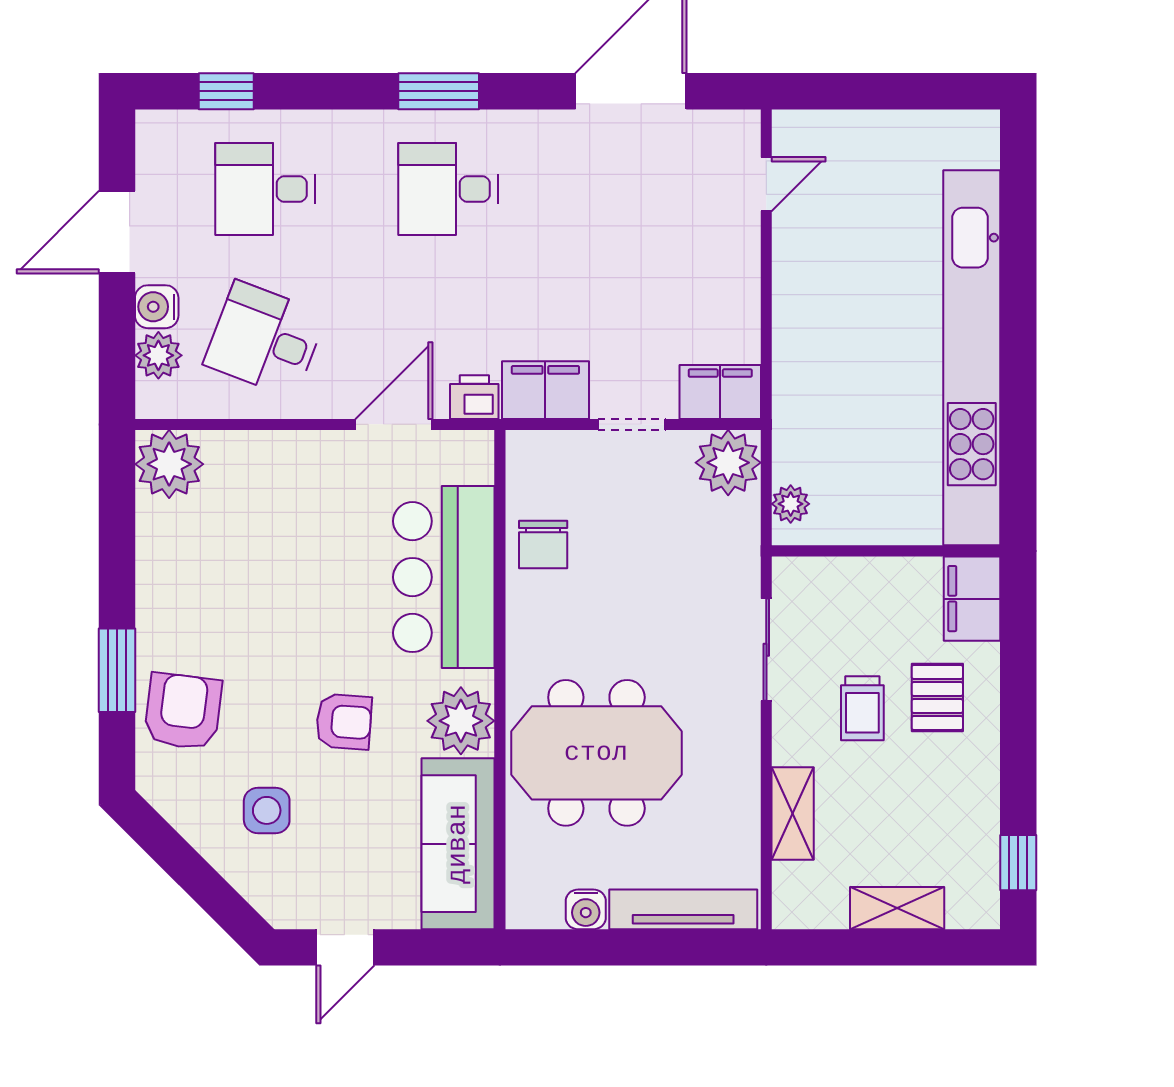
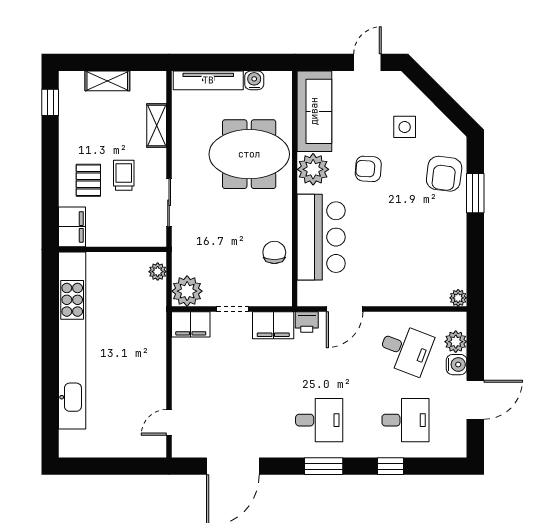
window: (226, 91) -> (391, 466), moved
plant: (169, 464) -> (458, 298), width x0.53, depth x0.53

